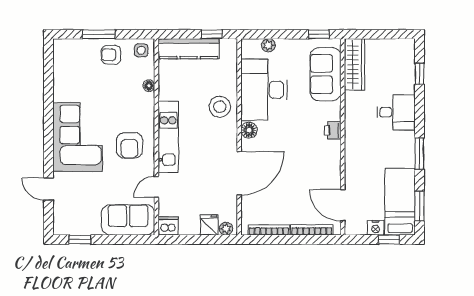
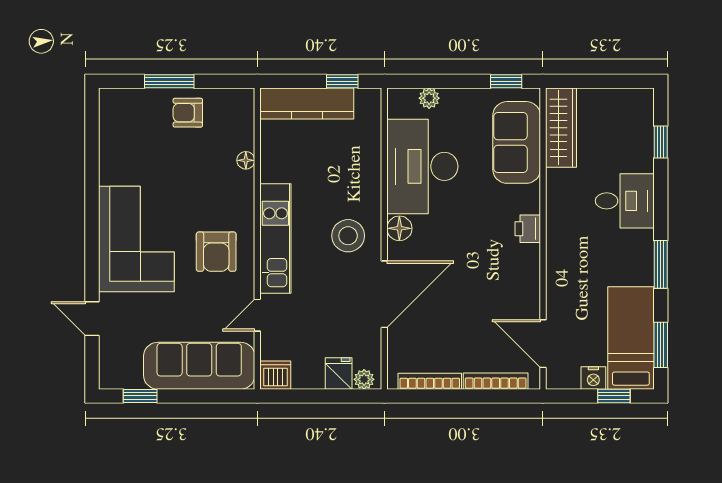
side table: (141, 50) -> (234, 106), removed
stool: (220, 107) -> (348, 236), moved
sofa: (128, 220) -> (199, 366), width x1.36

